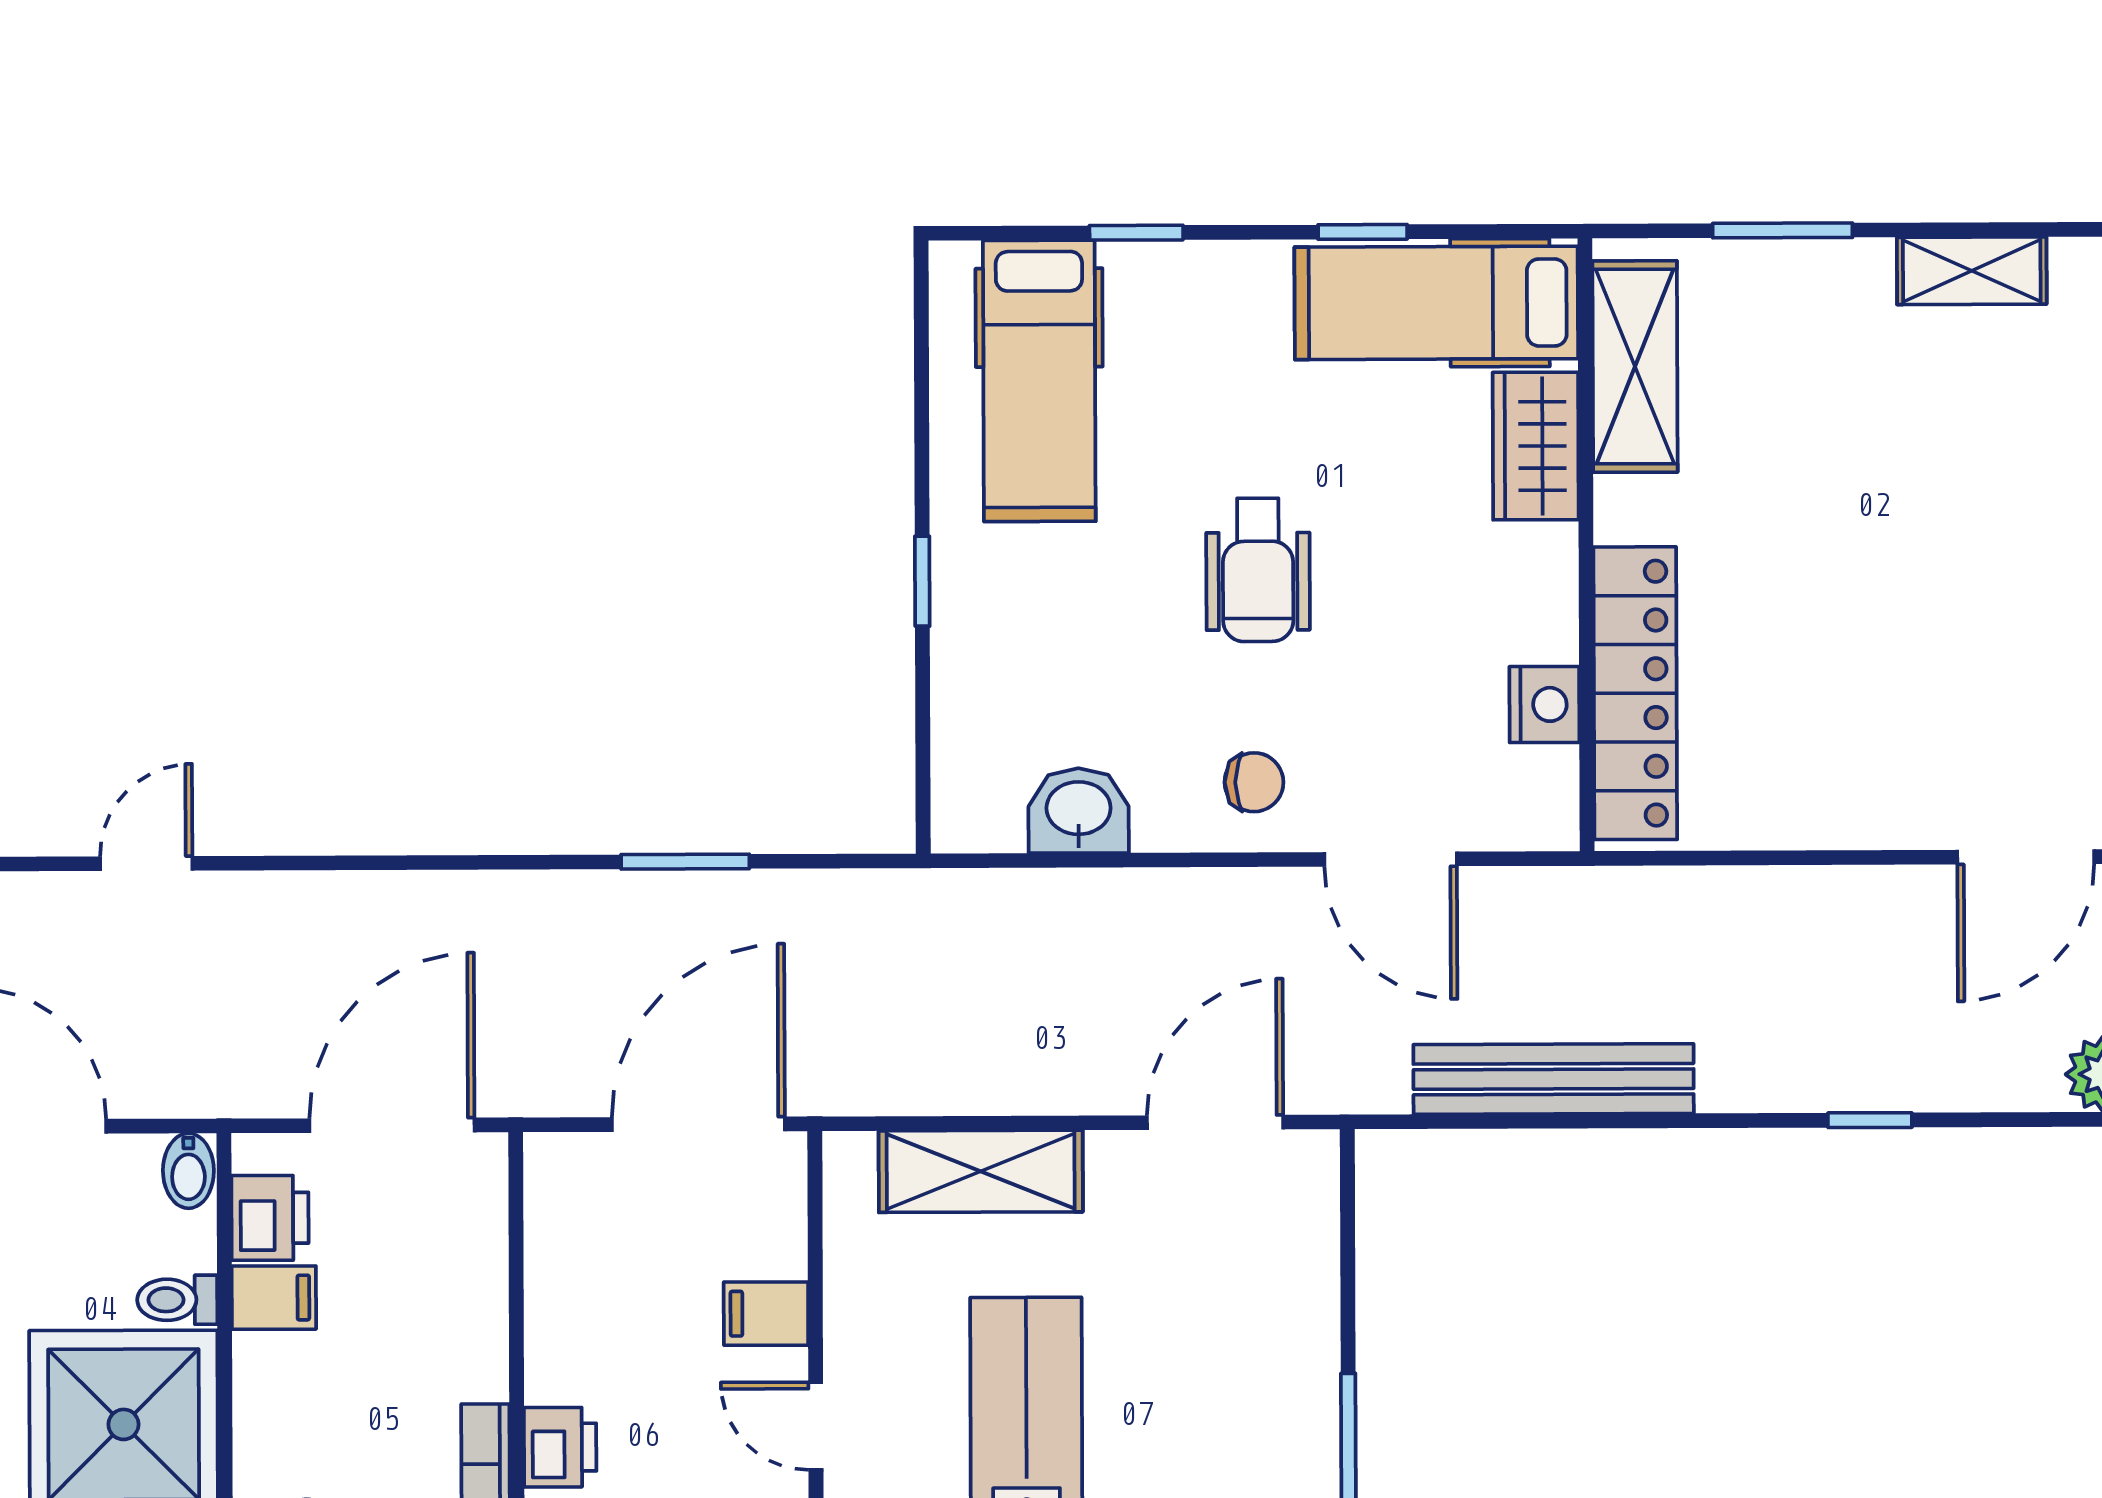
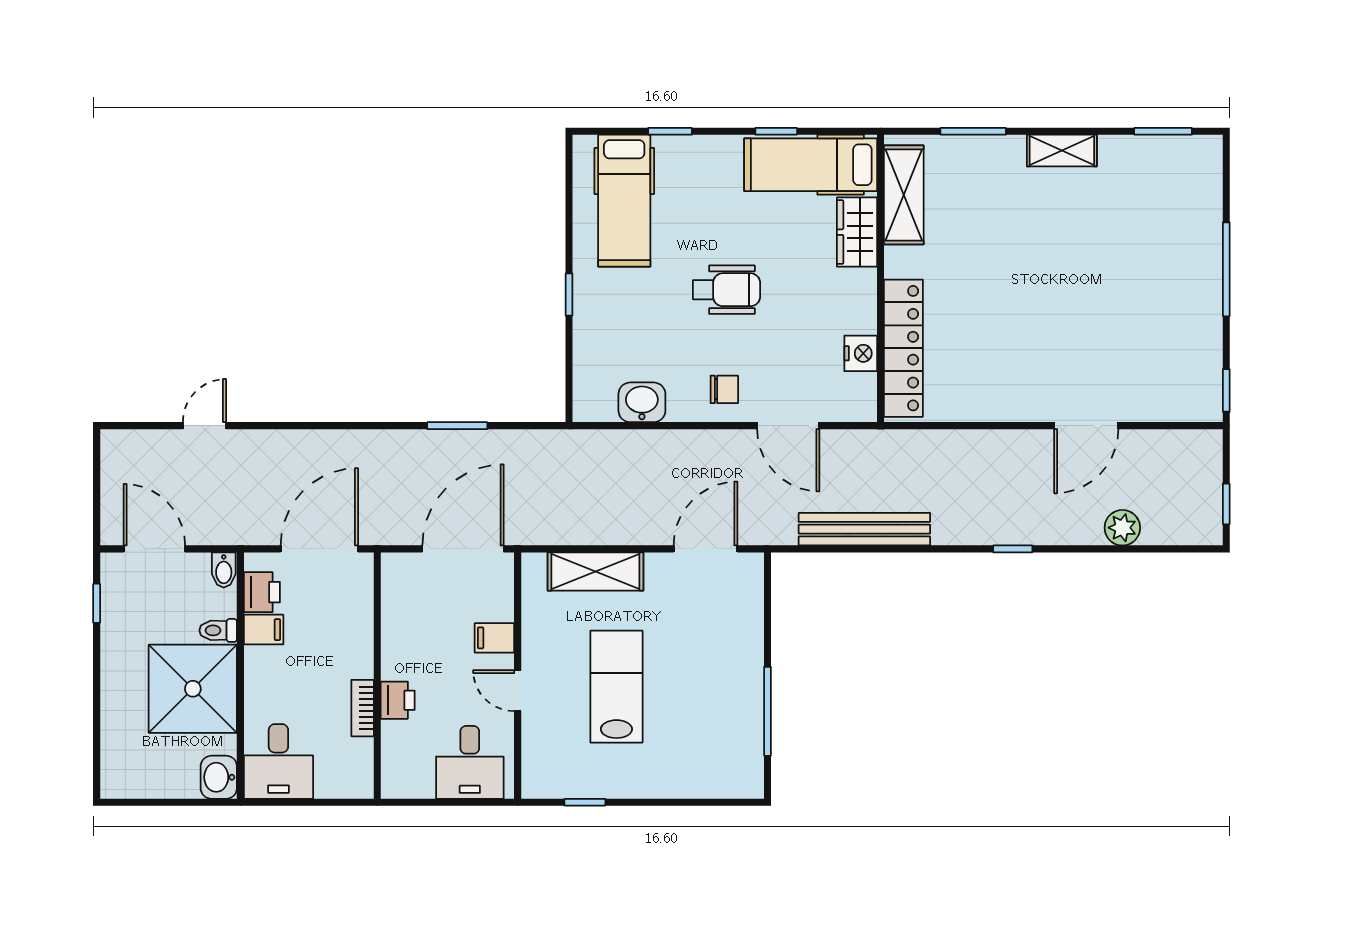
wheelchair: (1258, 570) -> (727, 290), turned -90

